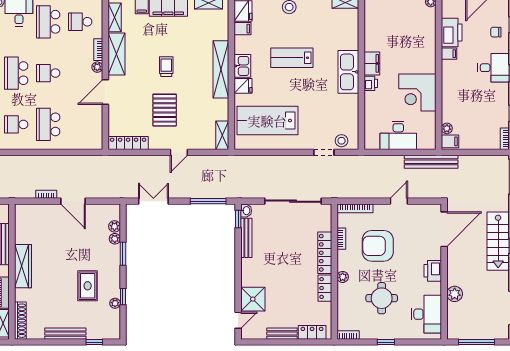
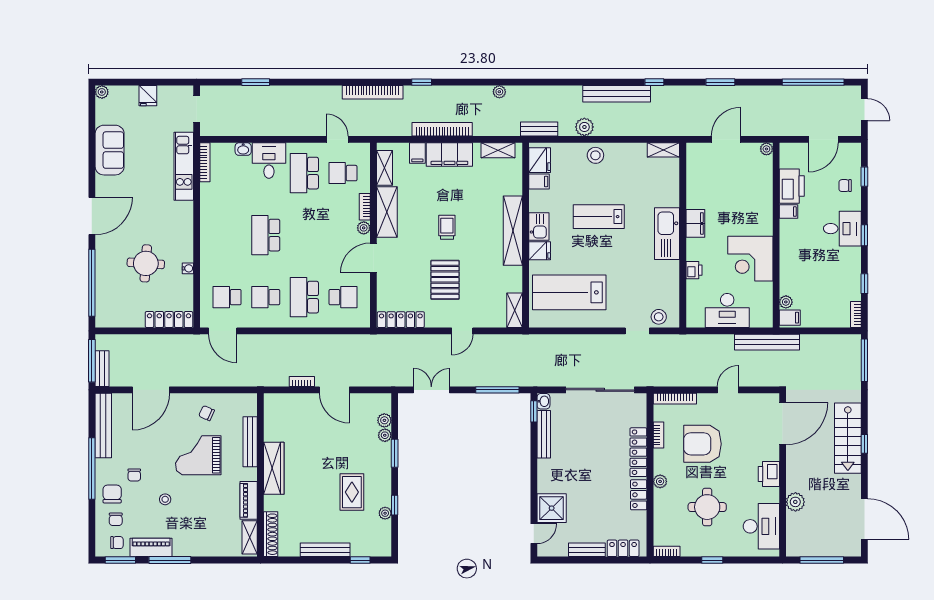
school desk: (48, 73) -> (343, 297), moved, turned 180
printer: (371, 83) -> (694, 270), moved

